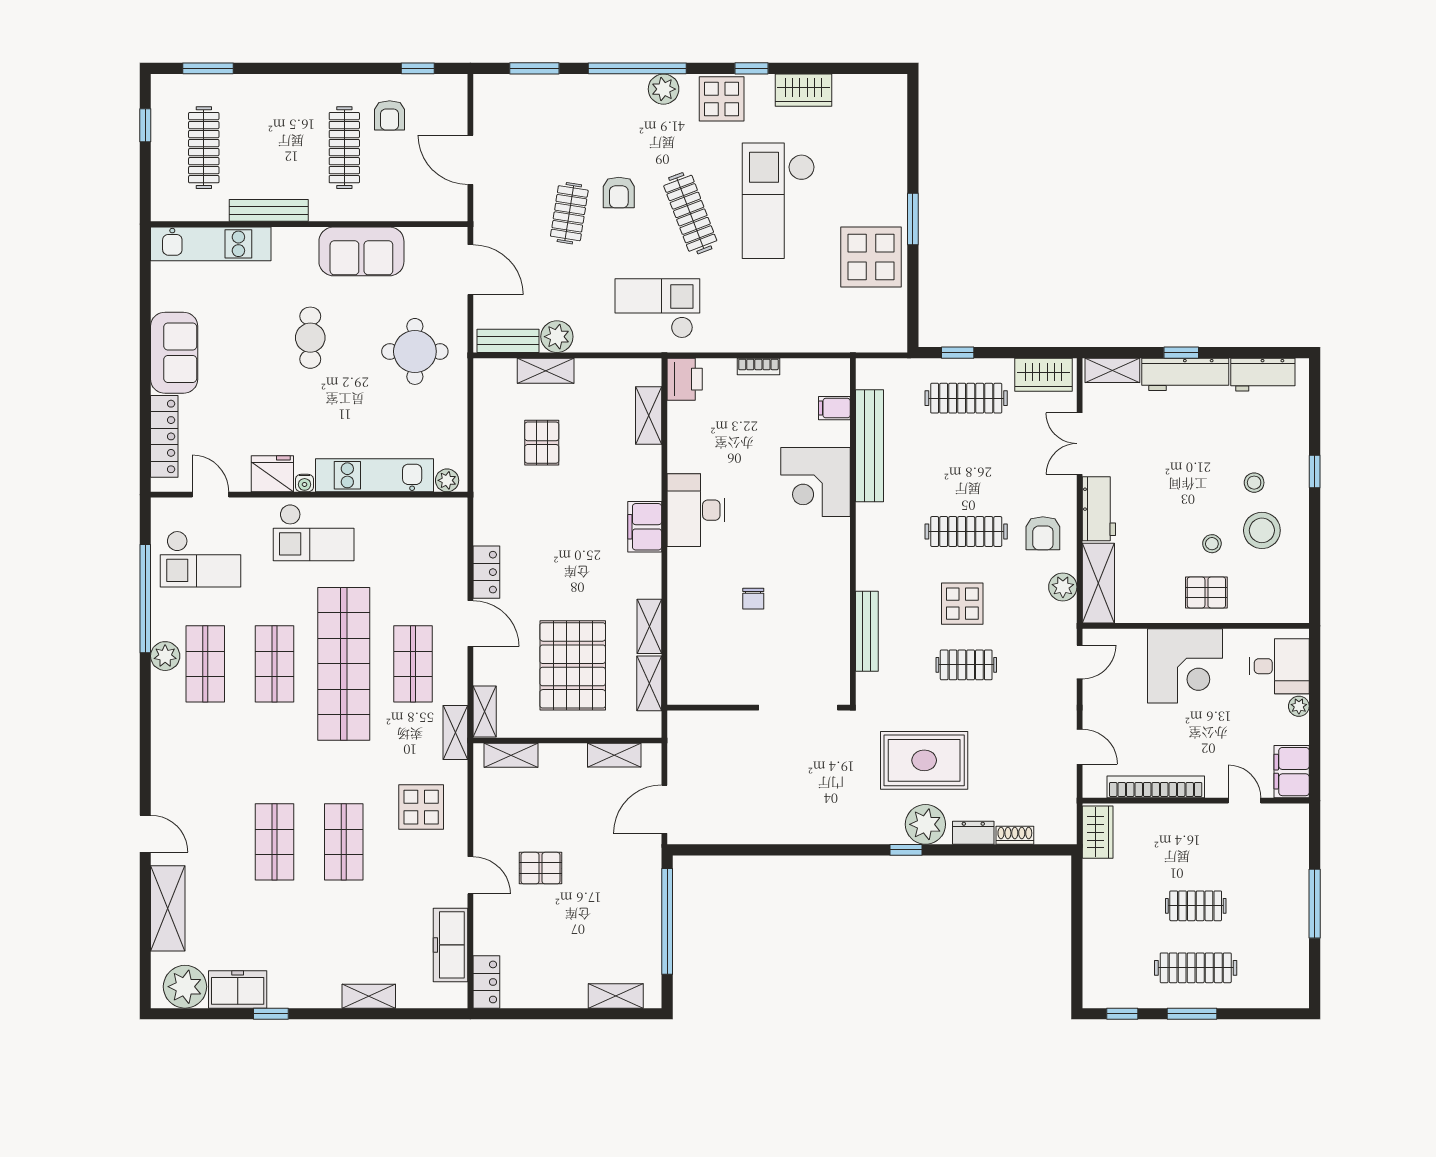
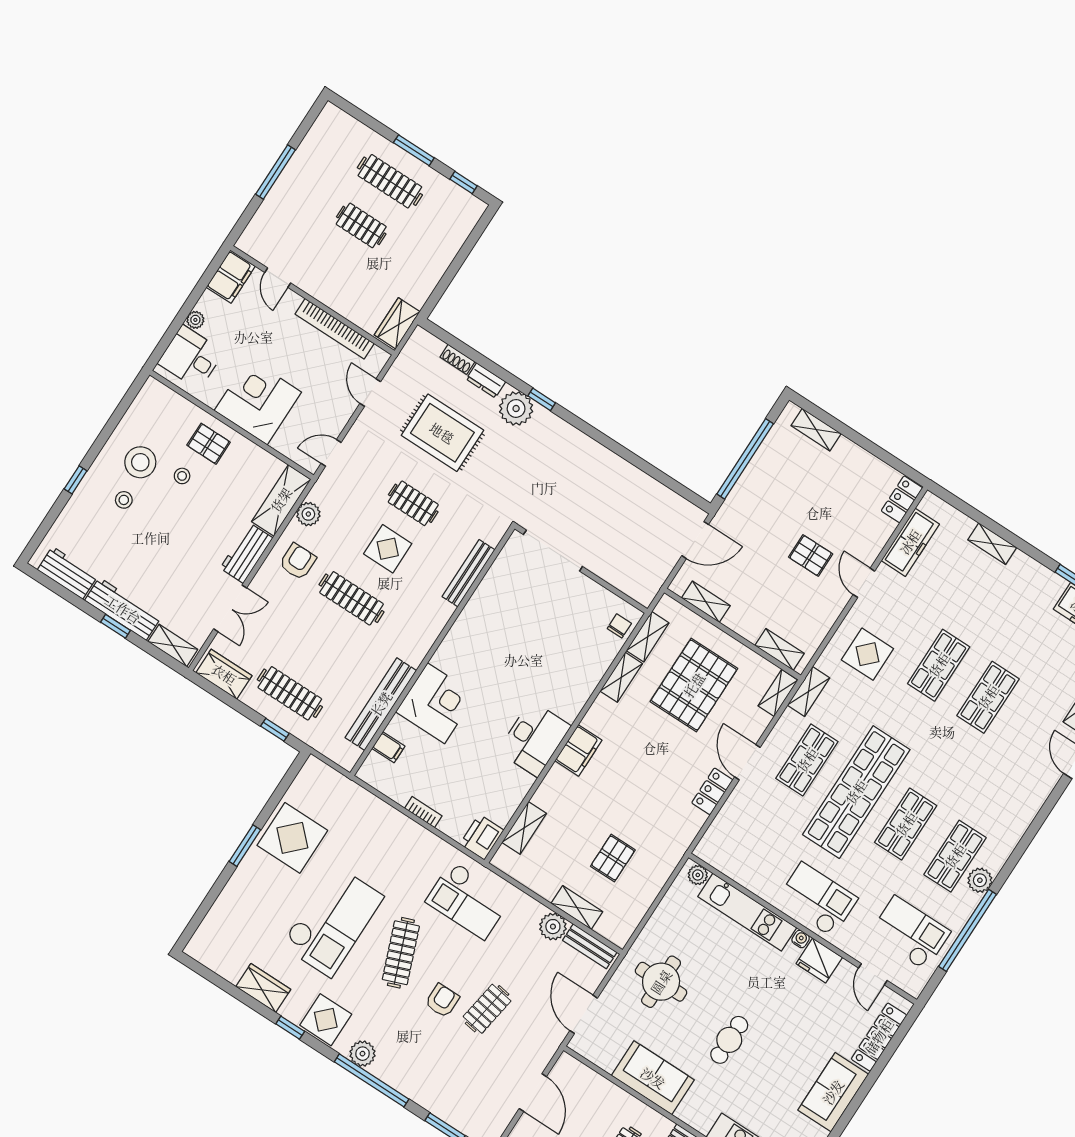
chair: (753, 599) -> (619, 626), moved
rug: (924, 760) -> (442, 433), moved

